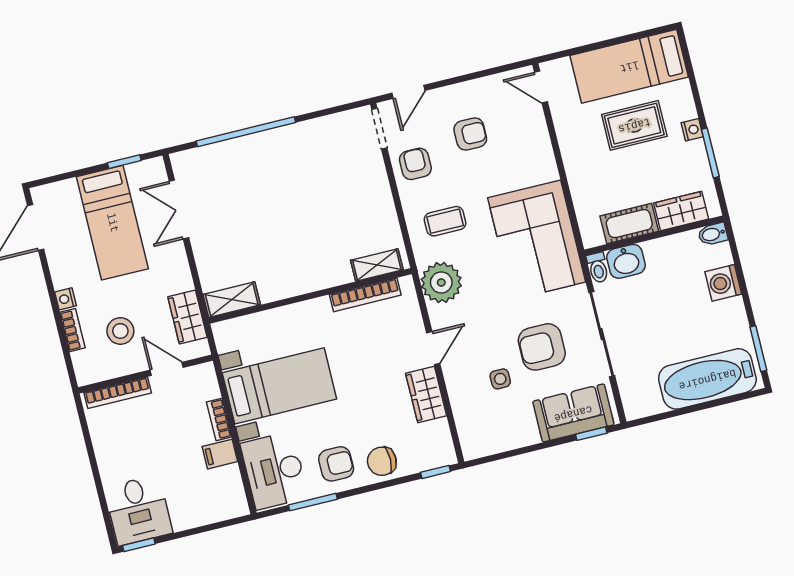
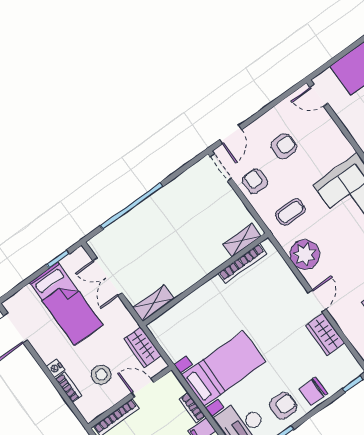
shelving: (377, 265) -> (242, 240), moved
bookcase: (365, 295) -> (242, 263), moved
wall: (310, 296) -> (205, 279), moved
shelving: (232, 300) -> (153, 303), moved

